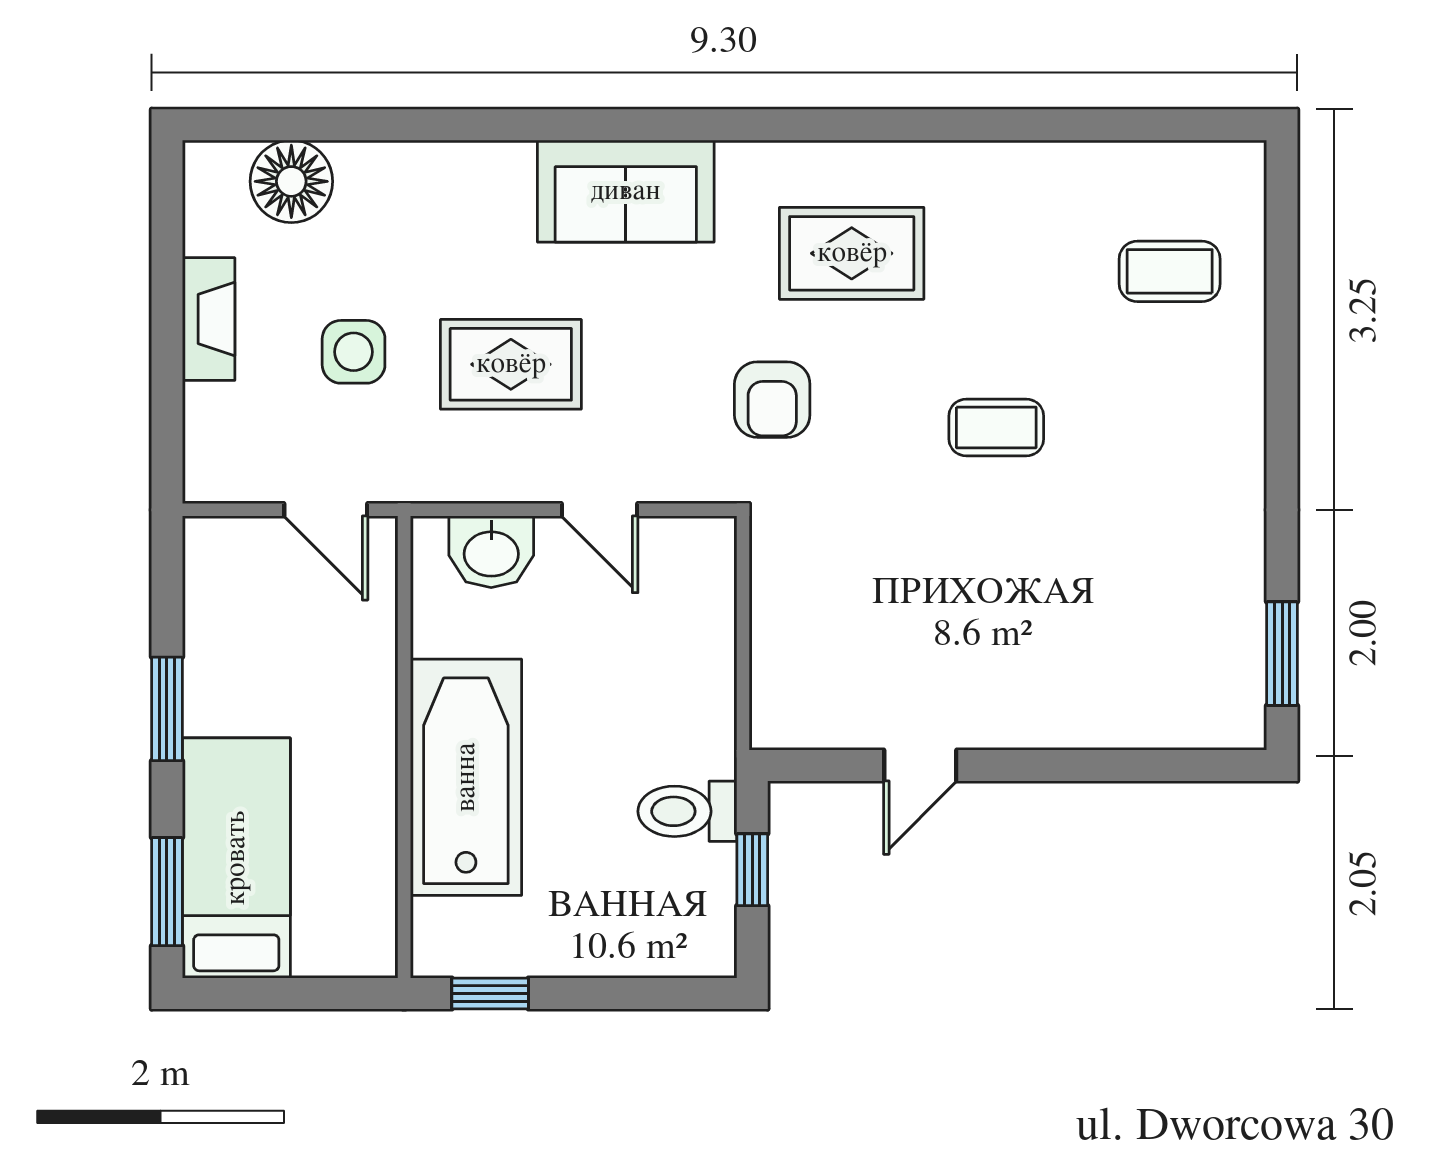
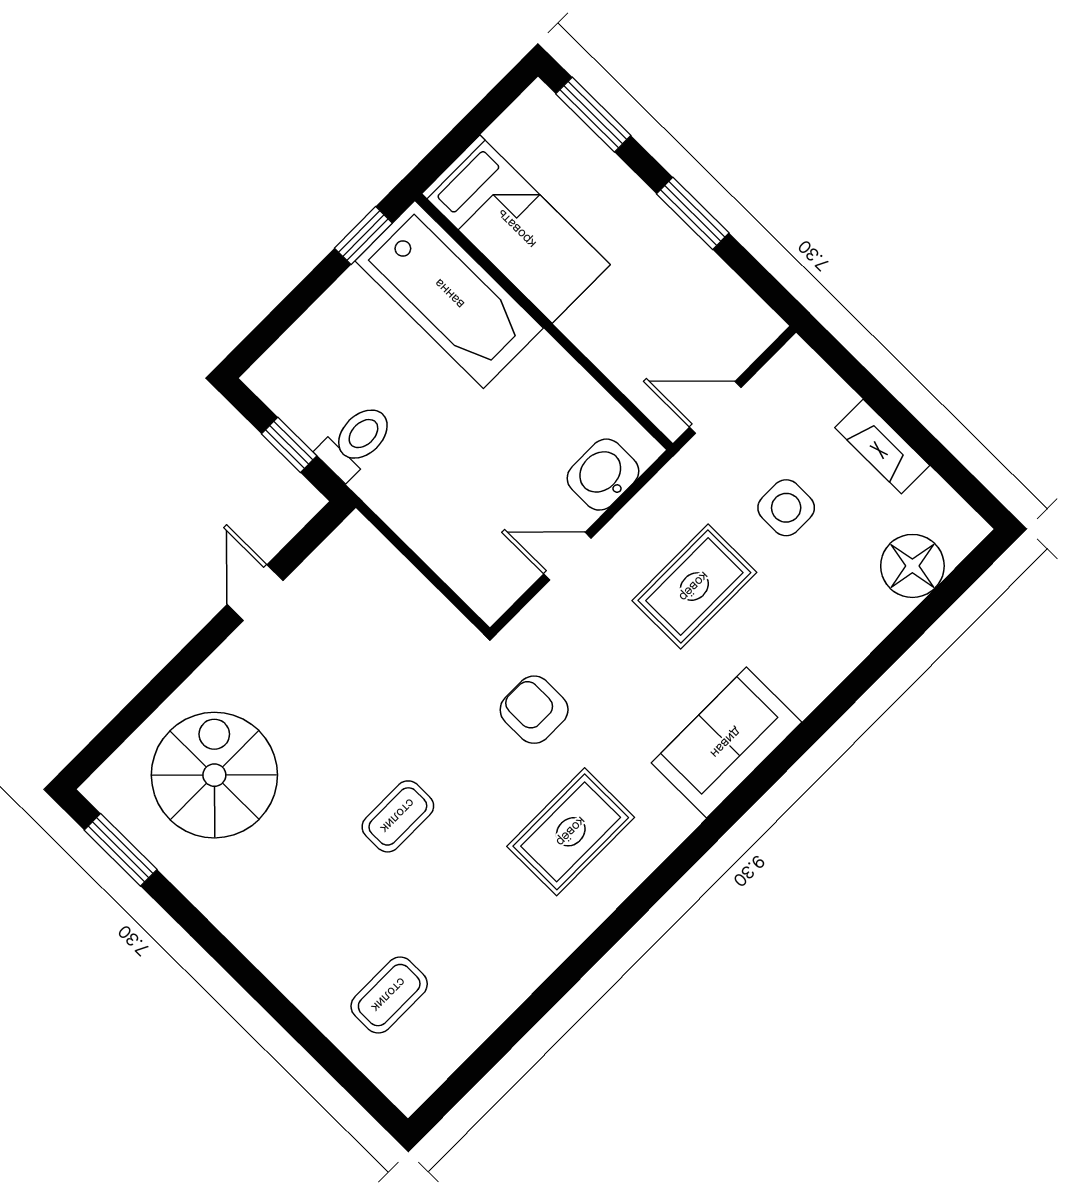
spiral stairs: (1127, 635) -> (214, 775), added
bathtub: (466, 777) -> (449, 294), moved
bed: (236, 858) -> (516, 229), moved

